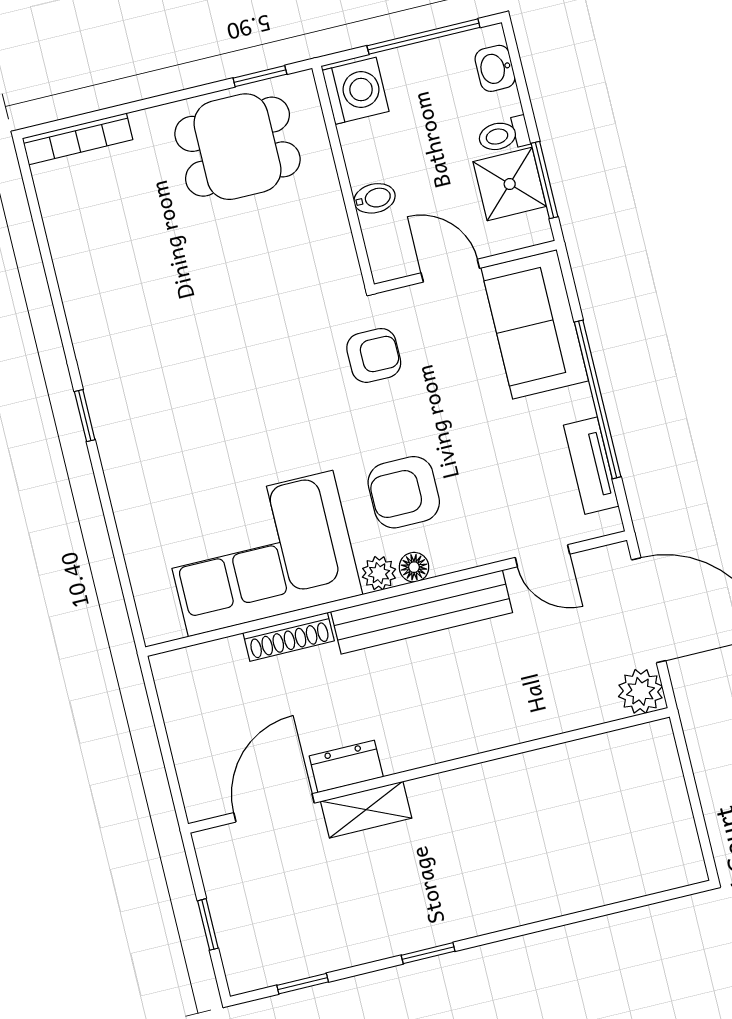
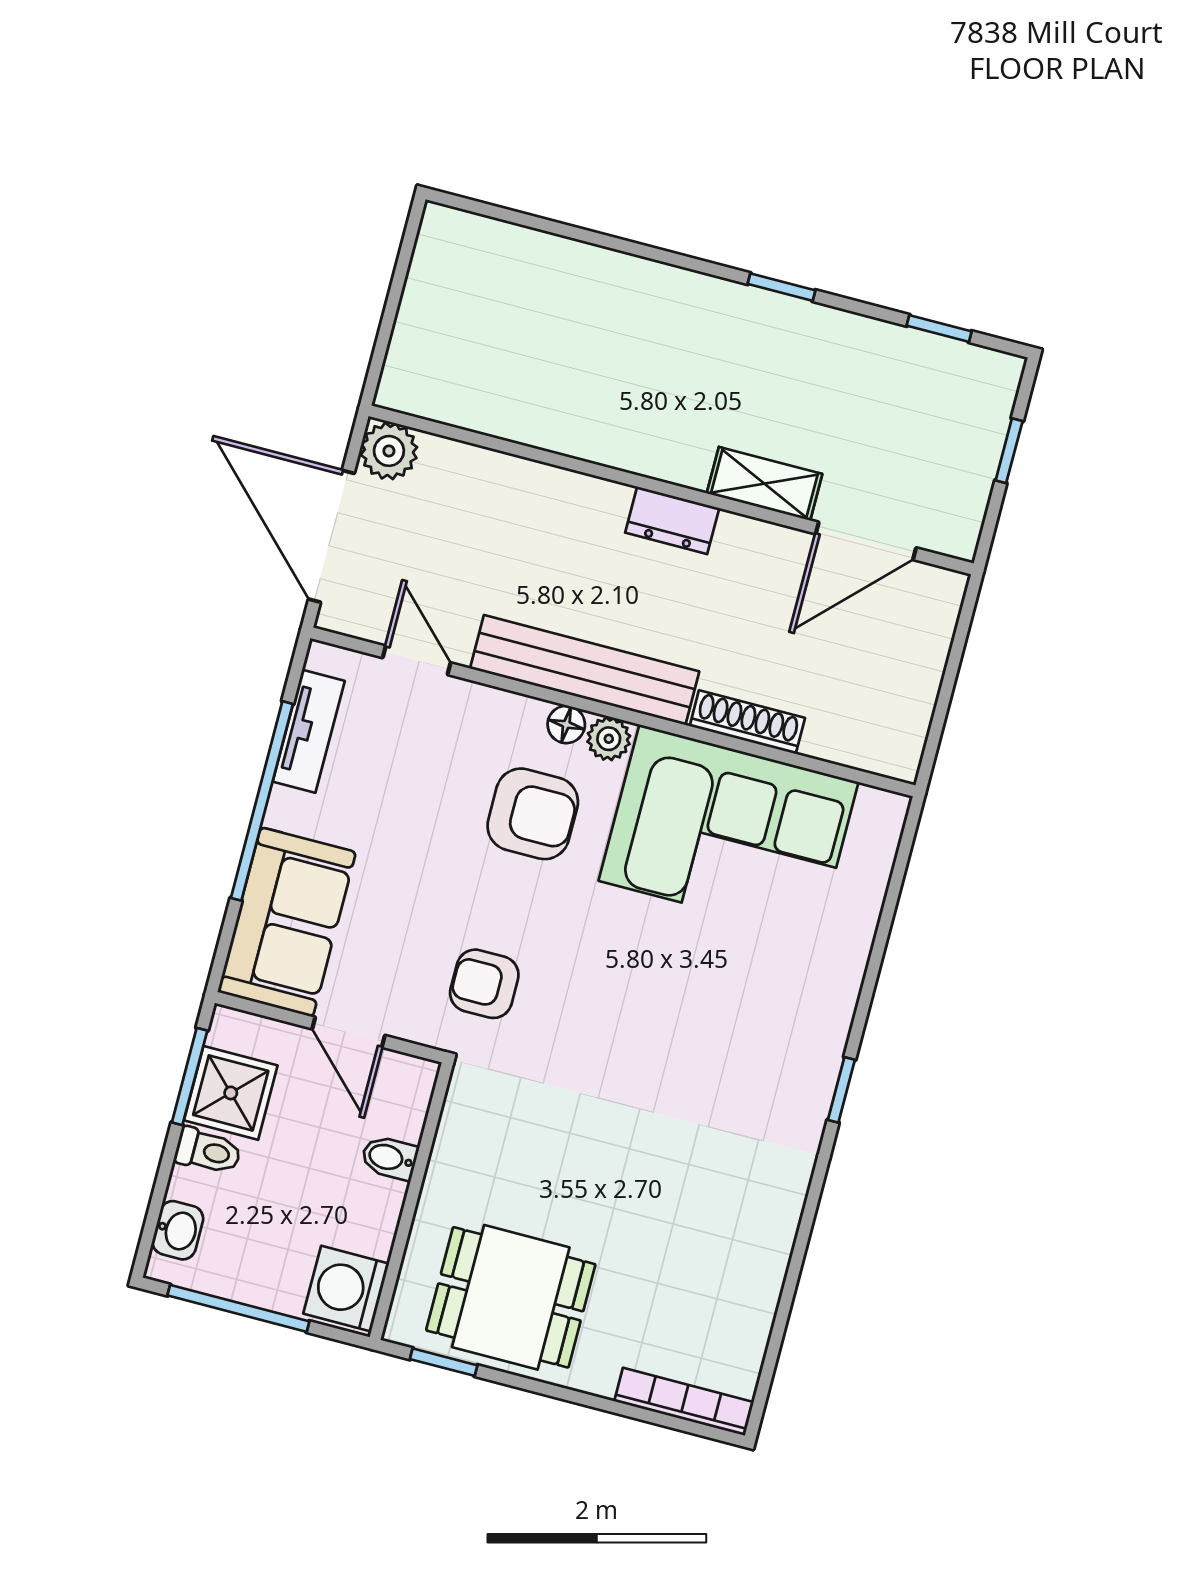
dresser: (346, 766) -> (672, 520), moved

